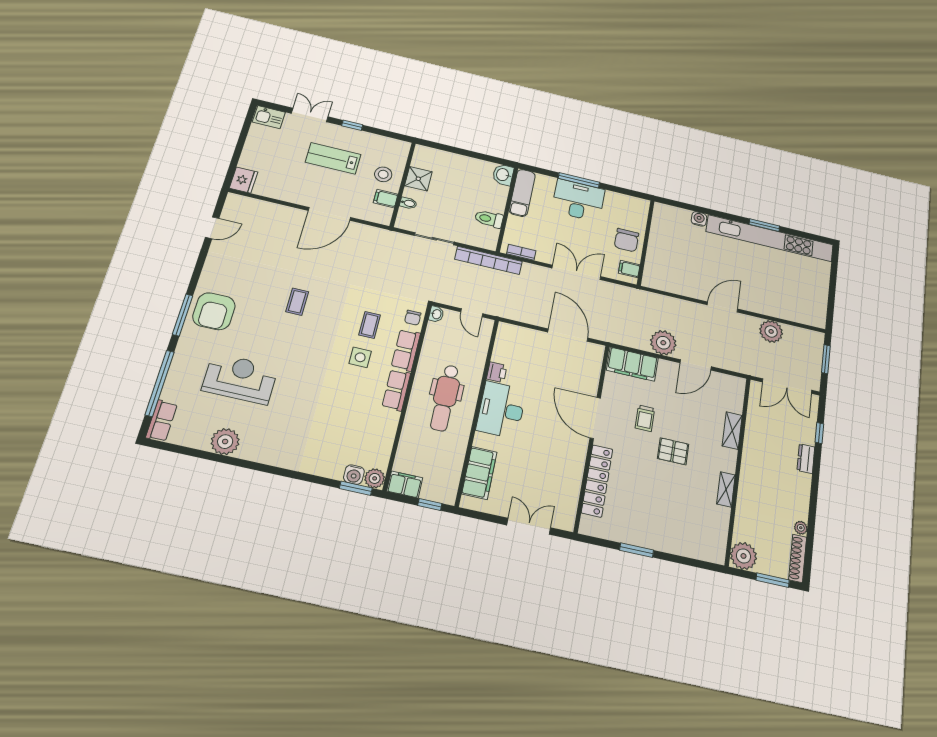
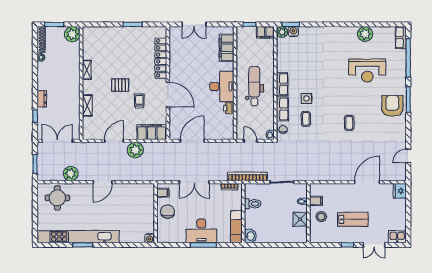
door: (329, 214) -> (367, 182), moved
water cooler: (699, 219) -> (150, 238), moved
round table: (796, 301) -> (57, 198), added
door: (568, 335) -> (192, 141), swing flipped

